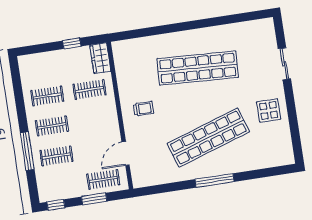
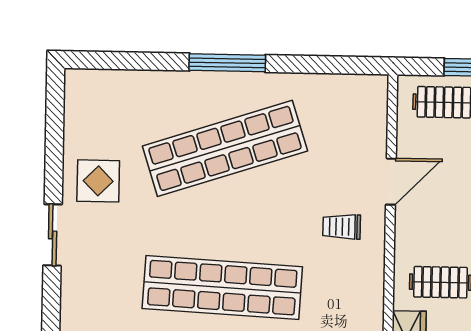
sliding door: (284, 64) -> (53, 235), moved
door: (126, 153) -> (391, 182), moved

